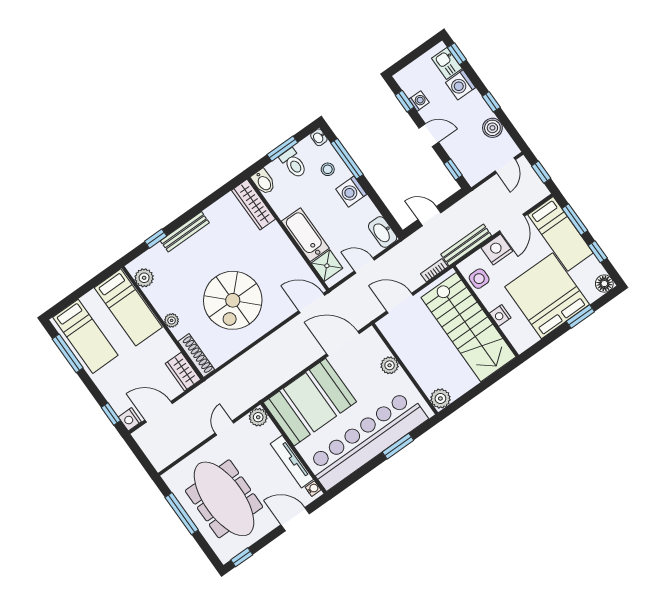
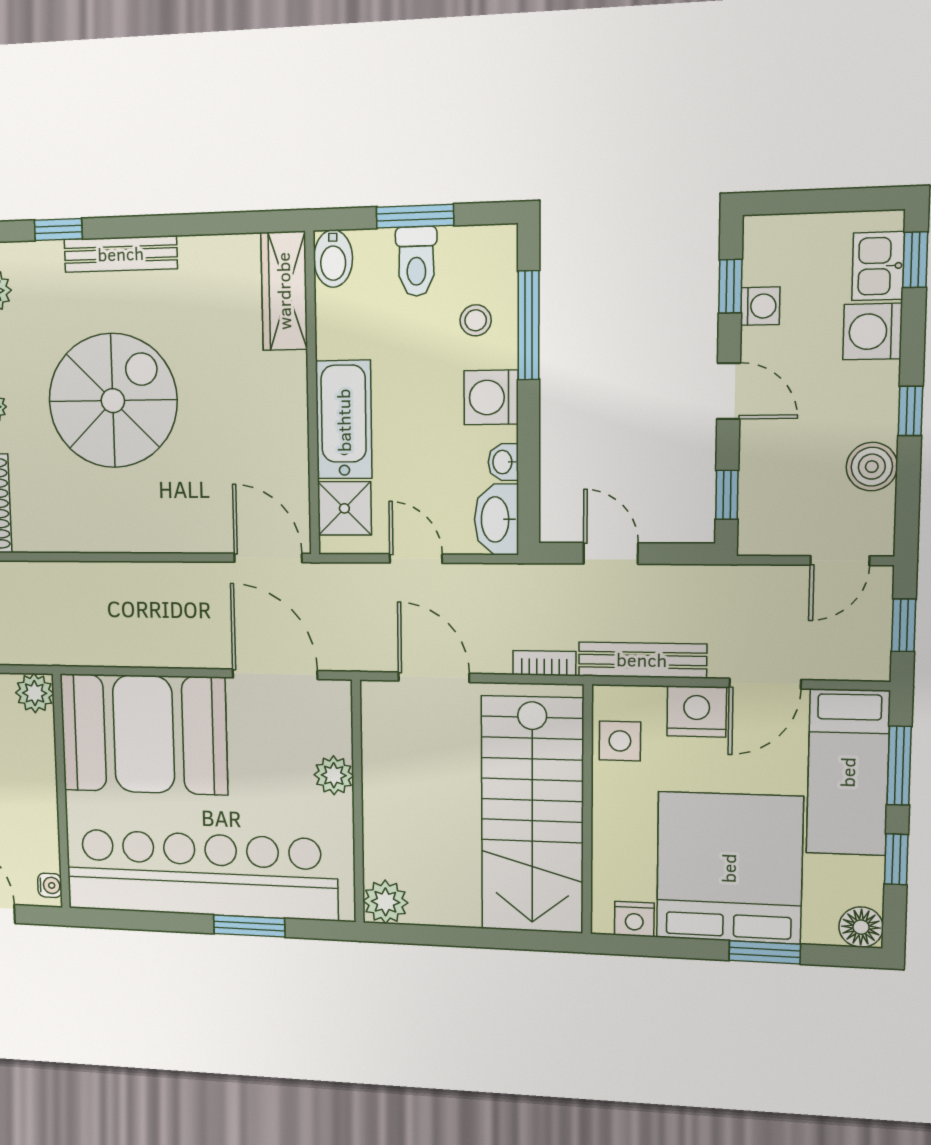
washbasin: (319, 137) -> (503, 462), moved
spiral stairs: (233, 300) -> (113, 401), moved, turned 180
nightstand: (500, 315) -> (634, 919), moved, turned -90
tv unit: (292, 462) -> (43, 813), removed

